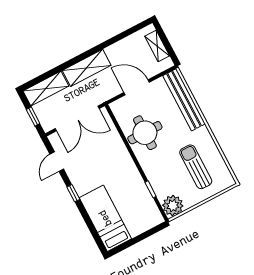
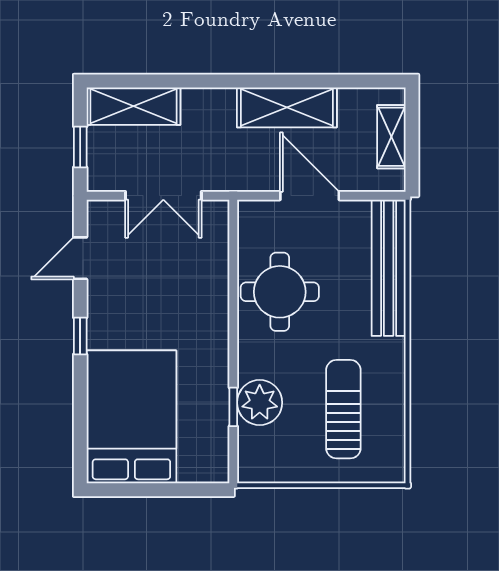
shelving: (87, 68) -> (287, 107), moved
double door: (77, 119) -> (163, 196), width x0.73
plant: (173, 206) -> (260, 403), moved
bed: (105, 218) -> (131, 417), width x1.50

